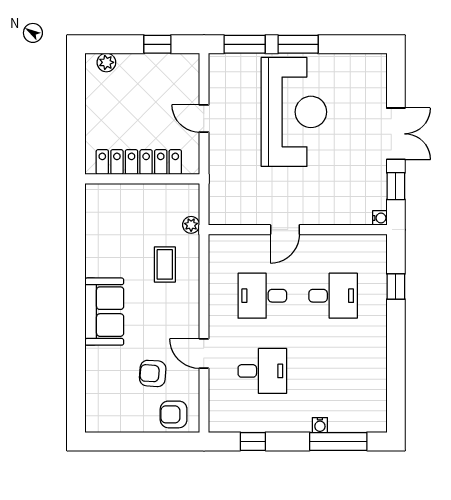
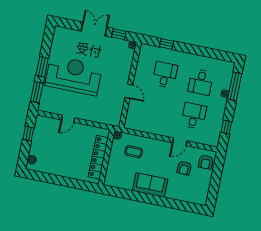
locker: (139, 162) -> (98, 157), moved
wall: (142, 179) -> (106, 157), moved
desk: (262, 296) -> (201, 82), moved

